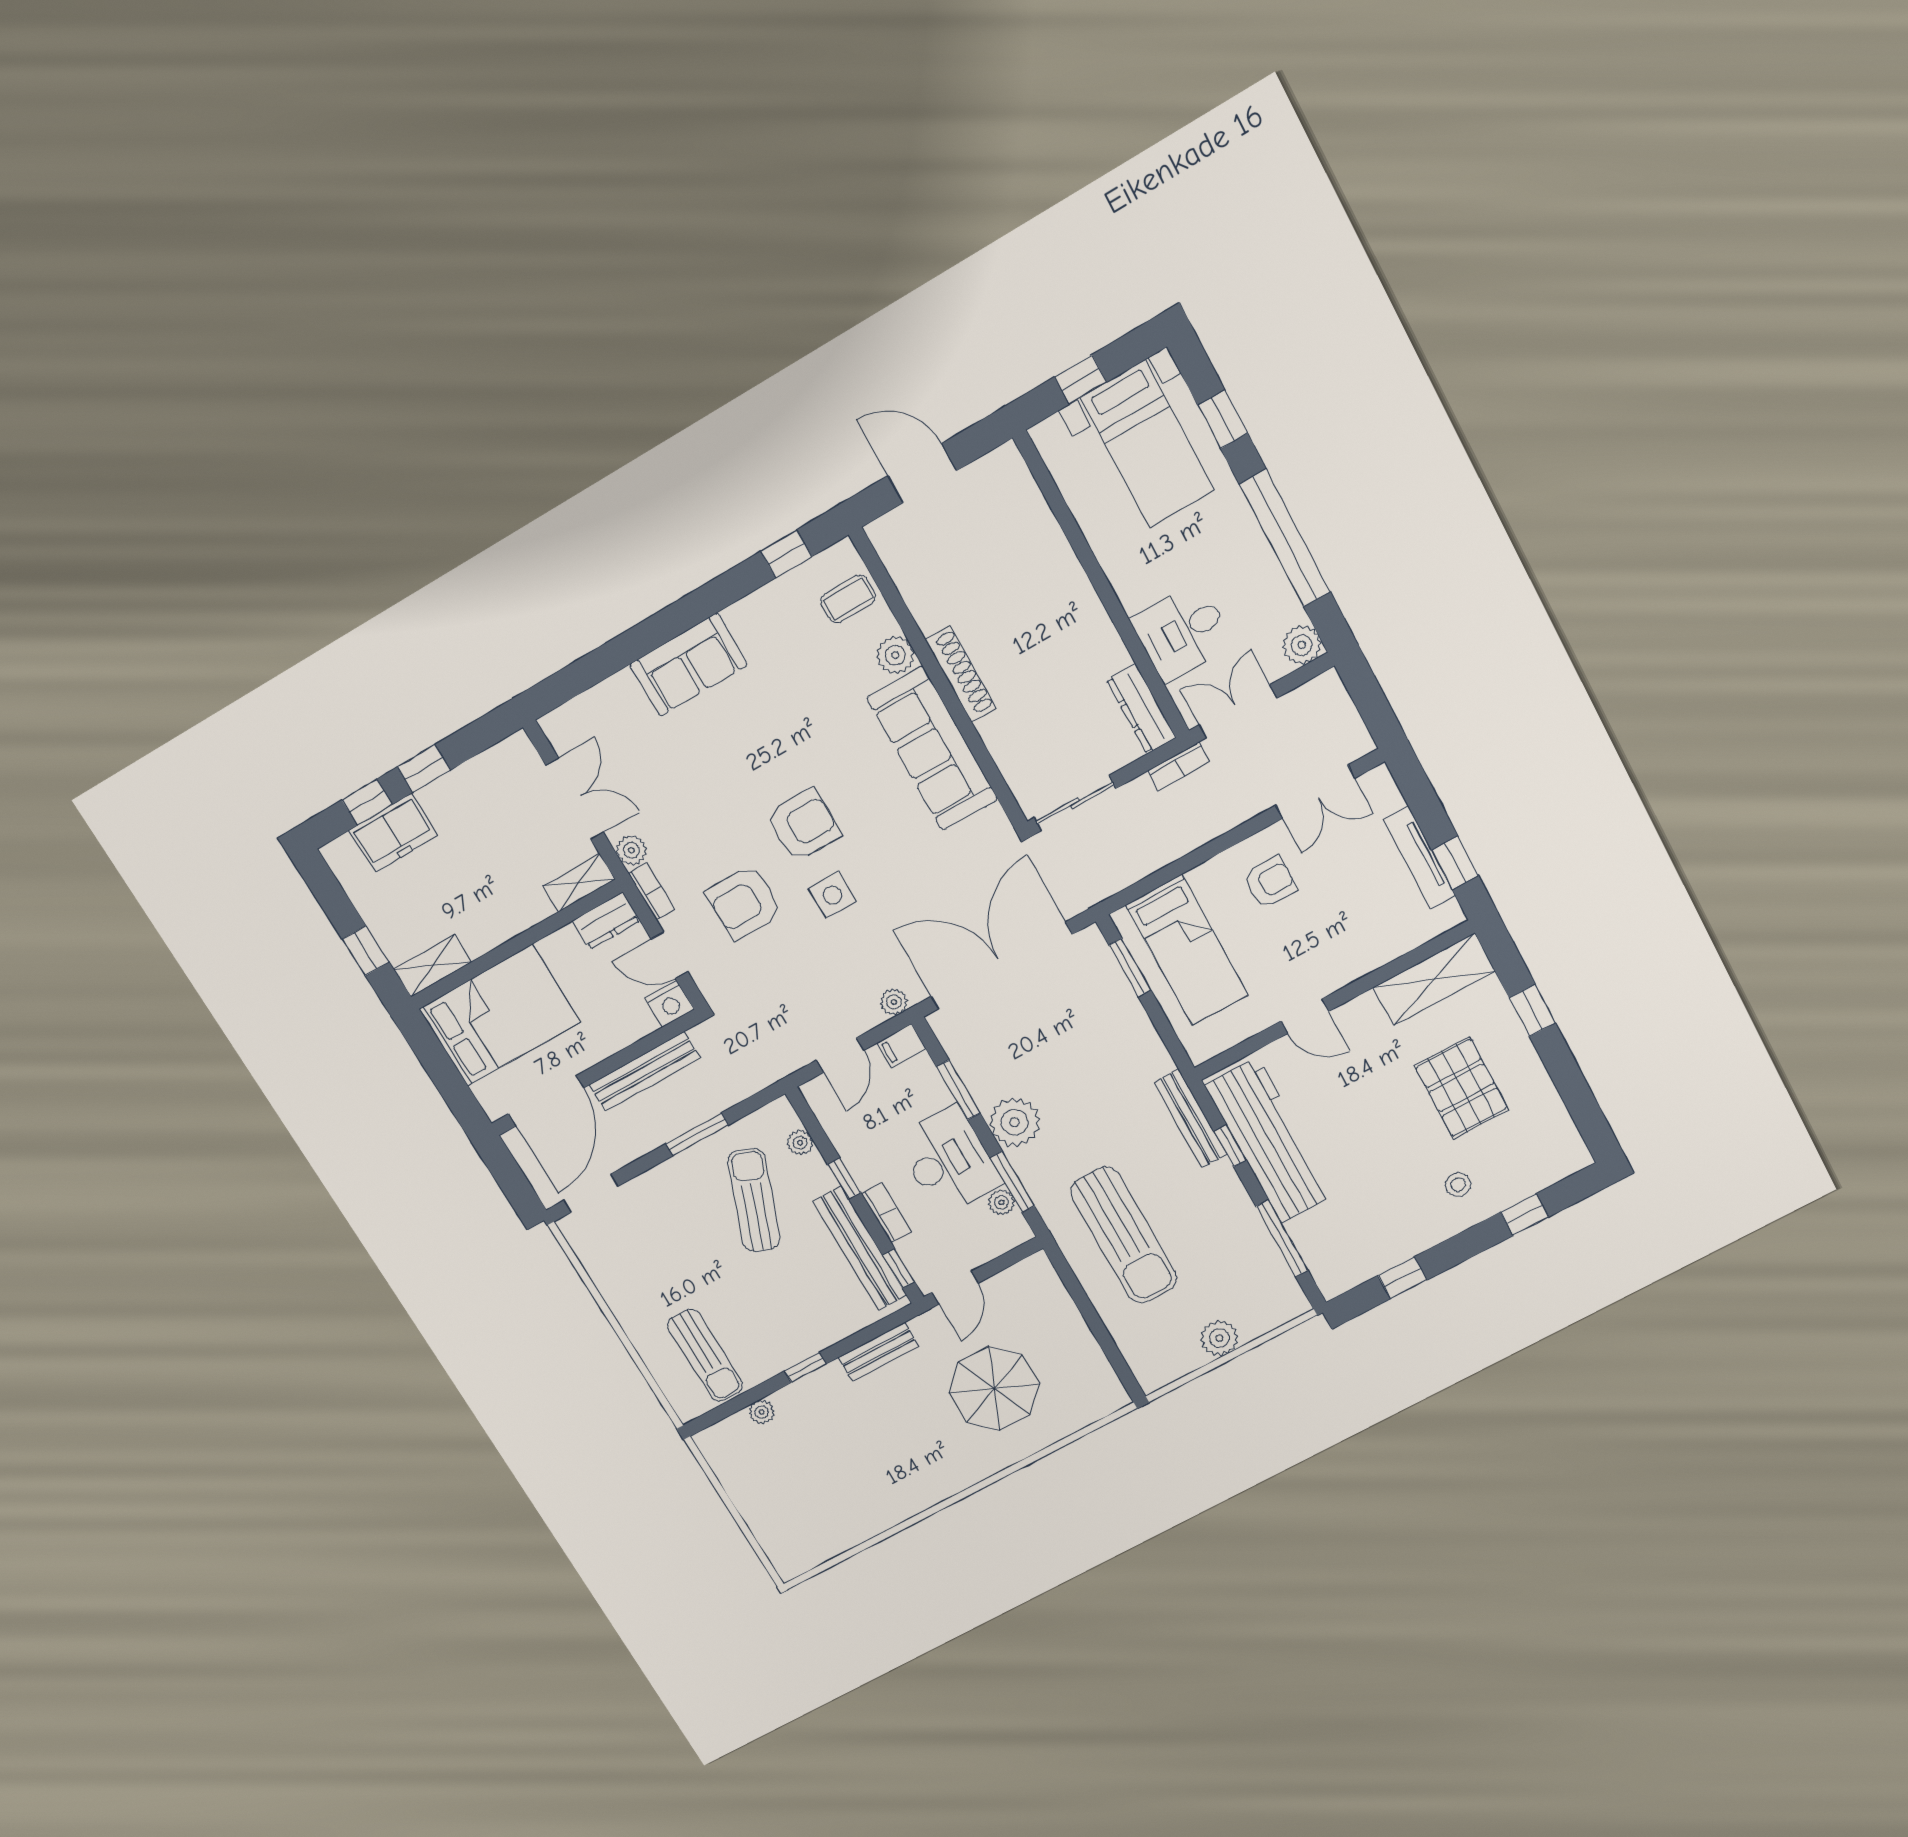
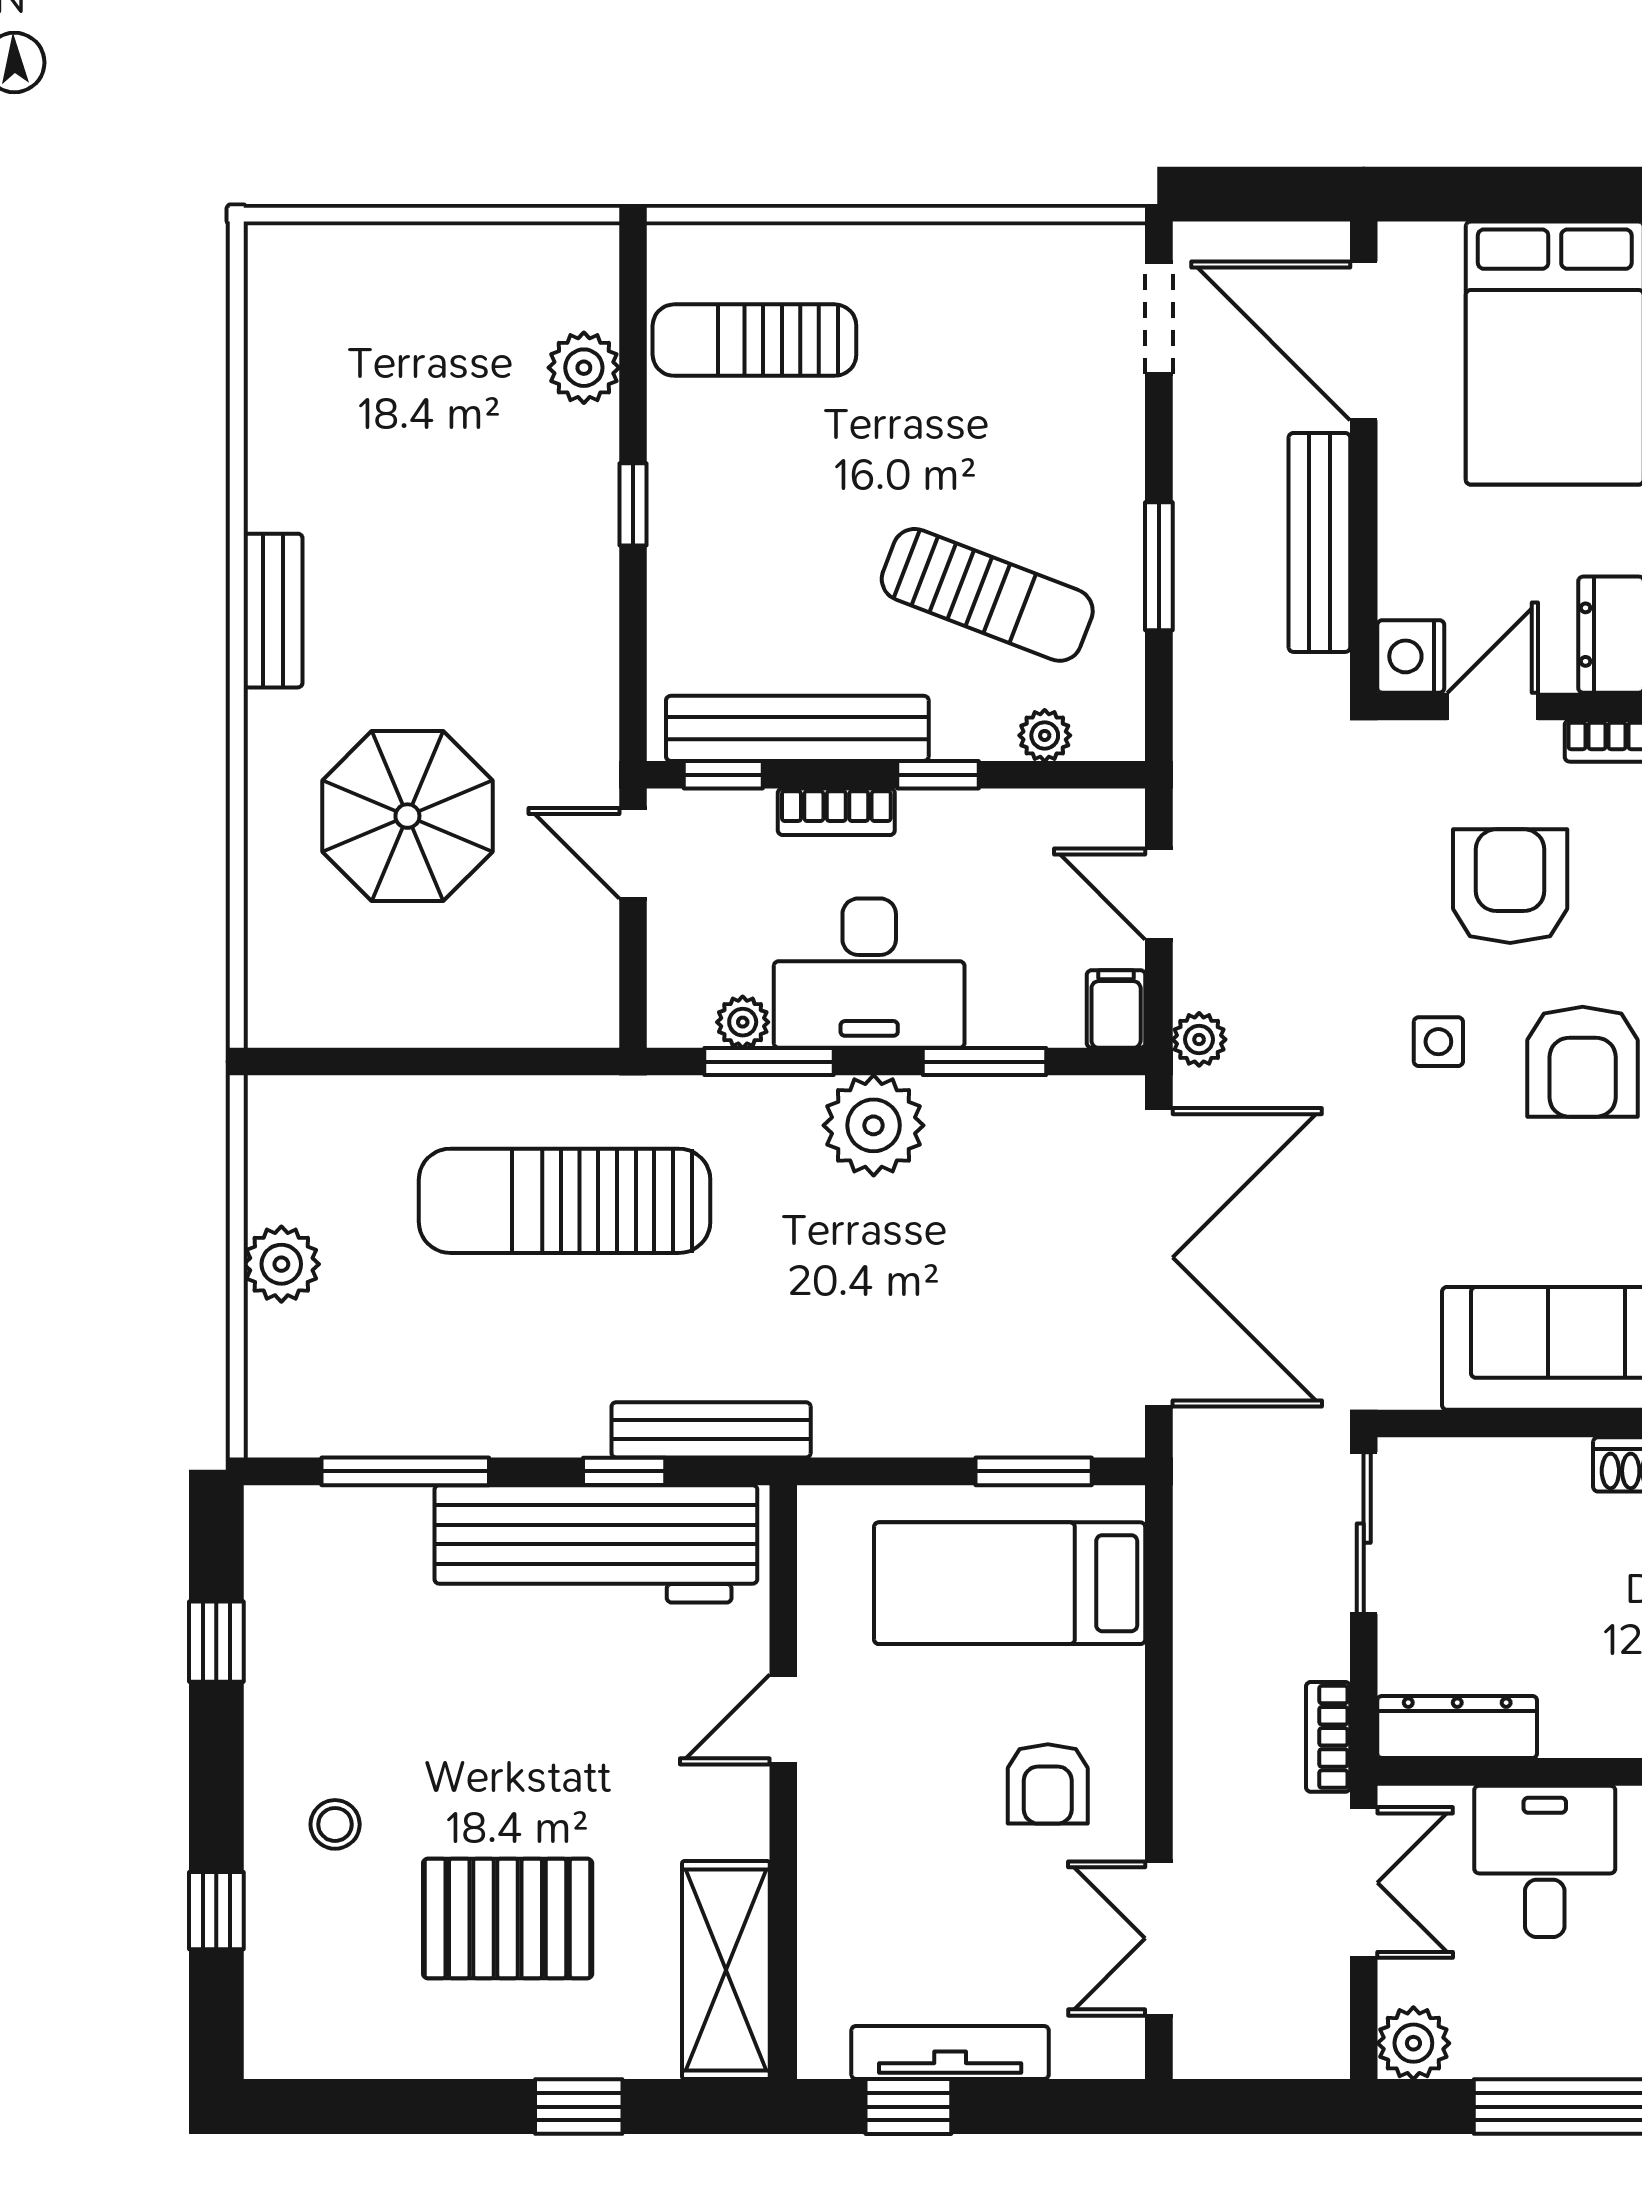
side table: (833, 895) -> (1438, 1042), width x0.73, depth x0.73
bench: (879, 1352) -> (273, 611), moved
plant: (762, 1412) -> (584, 368), width x1.38, depth x1.38

